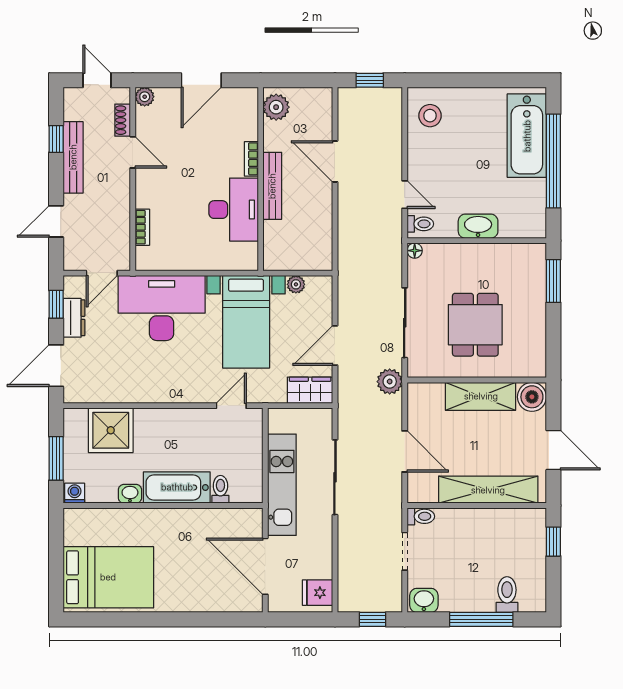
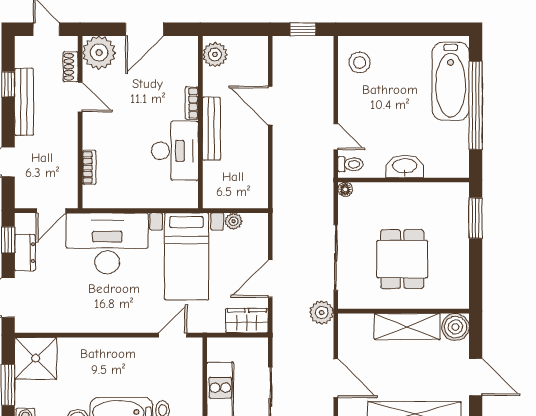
plant: (145, 97) -> (99, 53), width x1.87, depth x1.87
shower: (111, 430) -> (36, 358), moved

